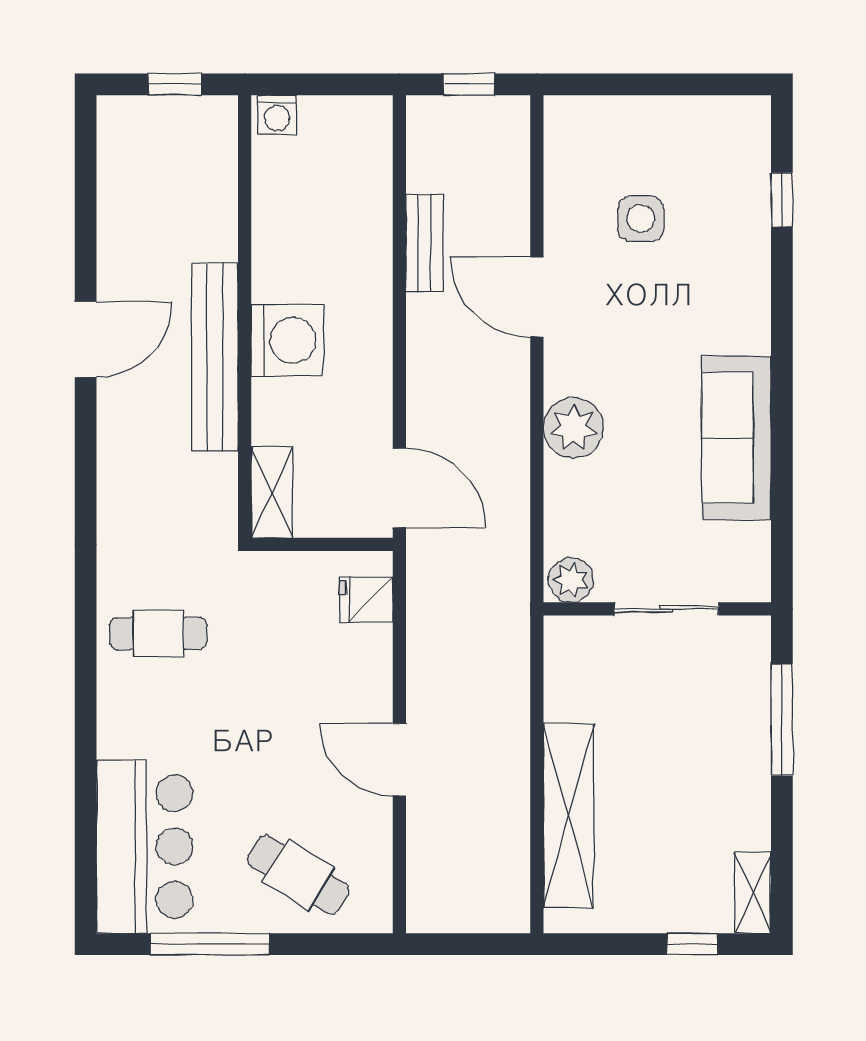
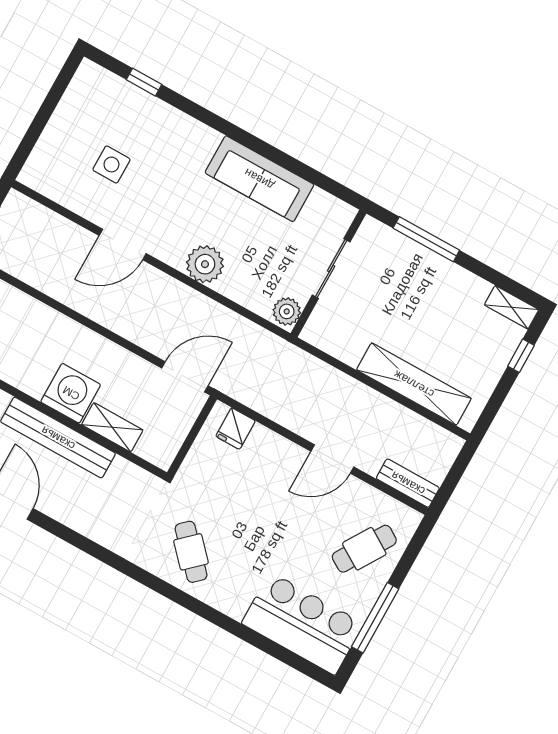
bench: (424, 243) -> (408, 483), moved
shelving: (272, 492) -> (112, 427), moved
cafe table: (158, 634) -> (191, 552), turned -43

